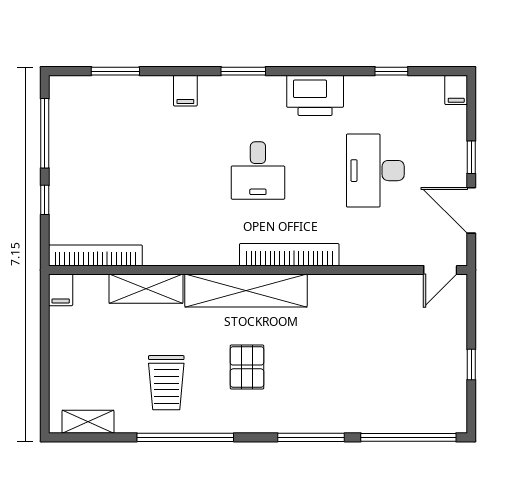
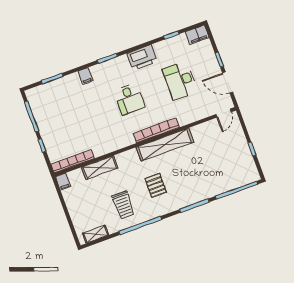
filing cabinet: (456, 90) -> (197, 35), width x2.00
shelving: (246, 291) -> (165, 145), moved

